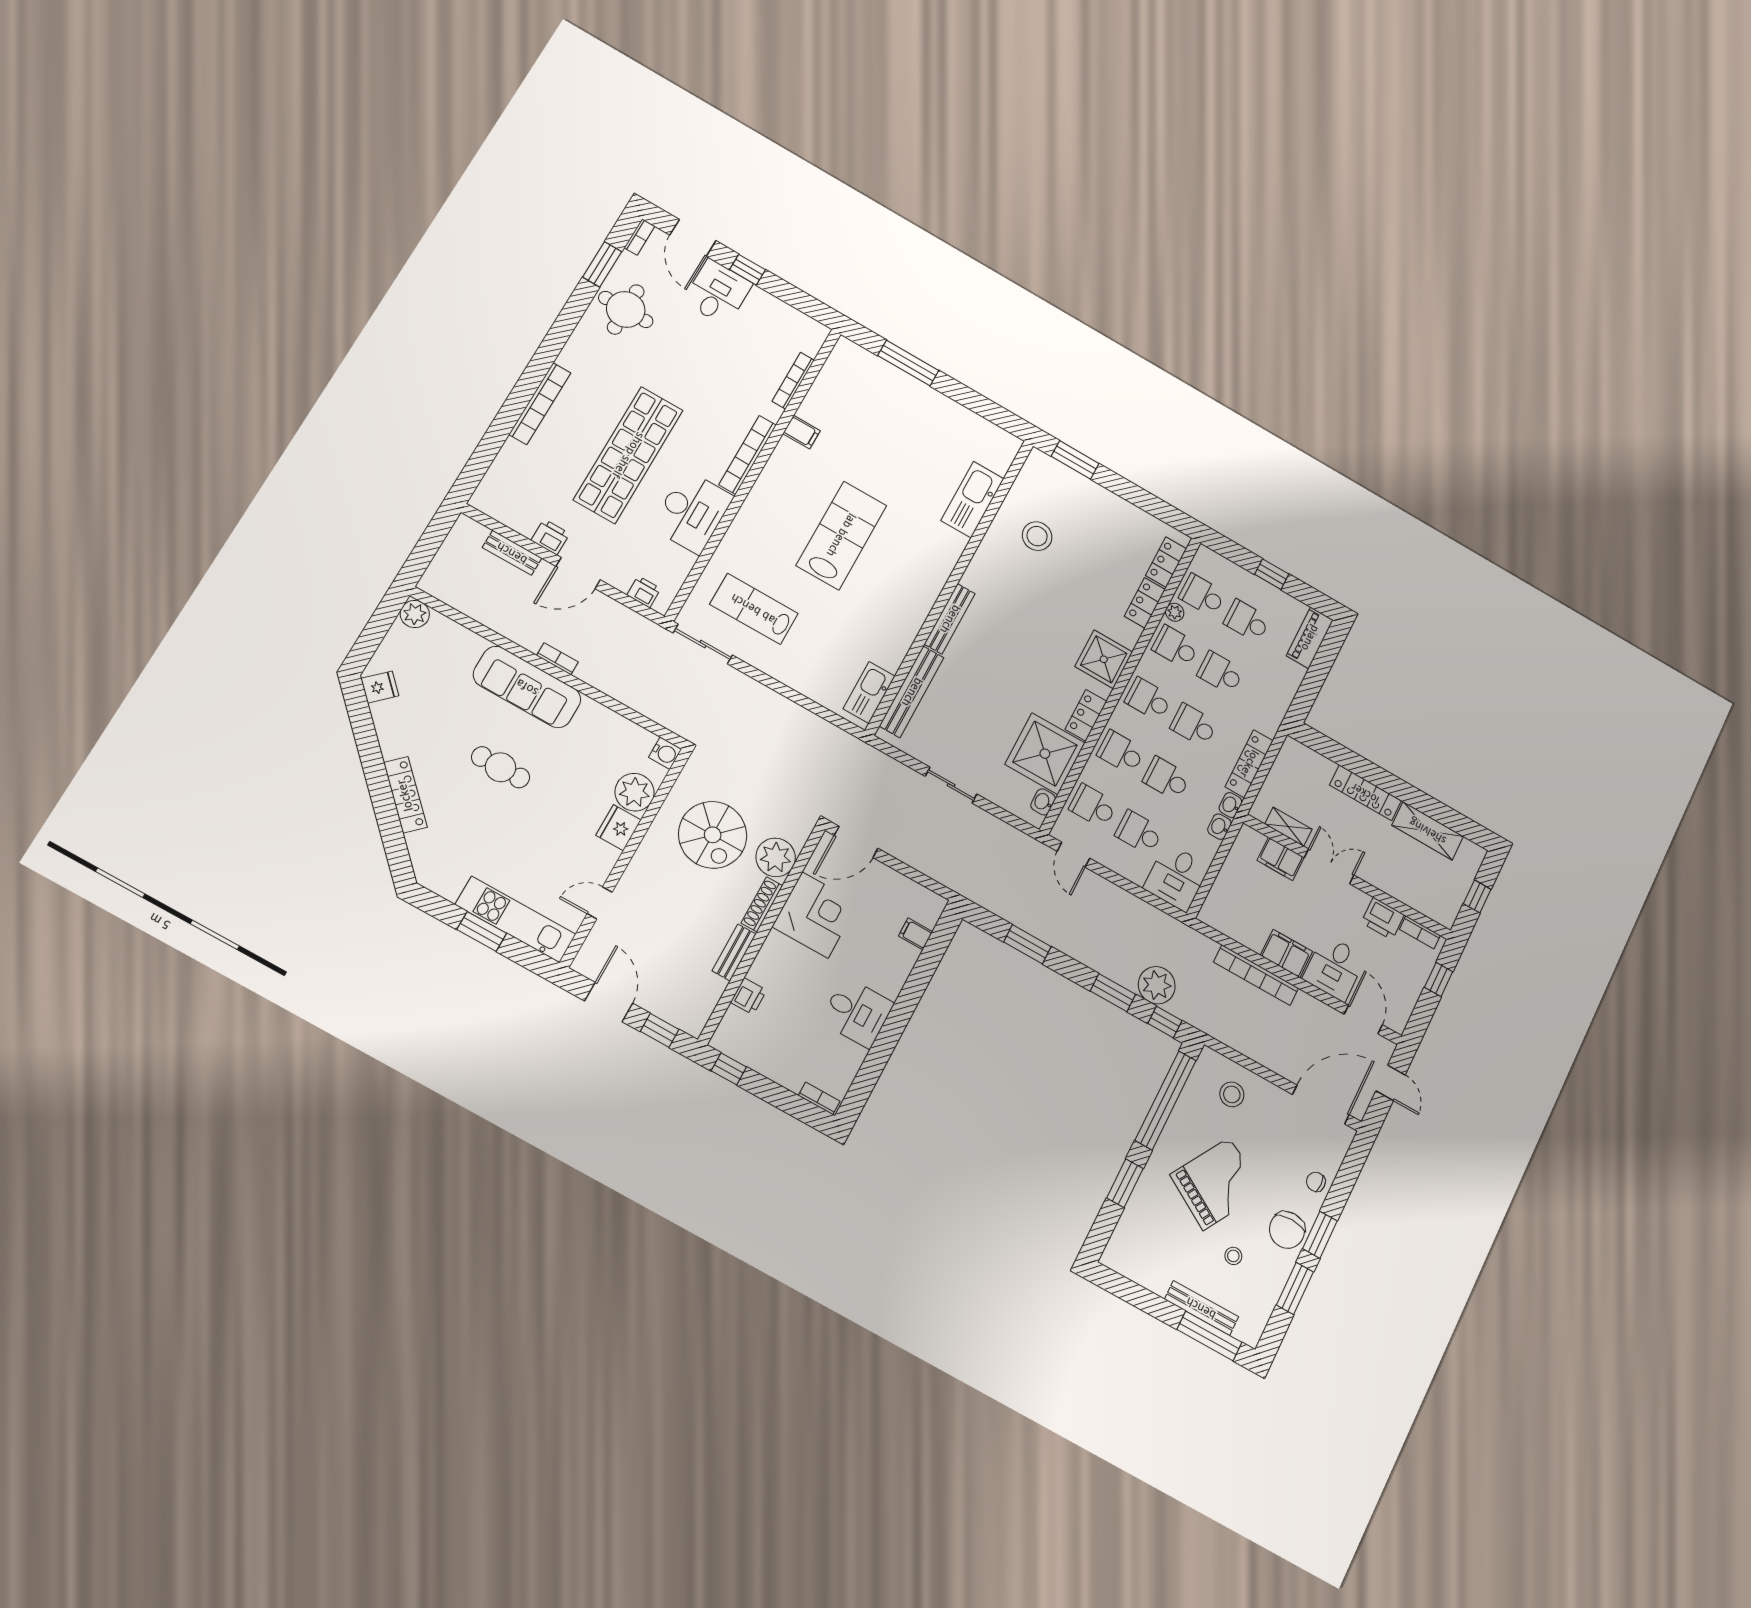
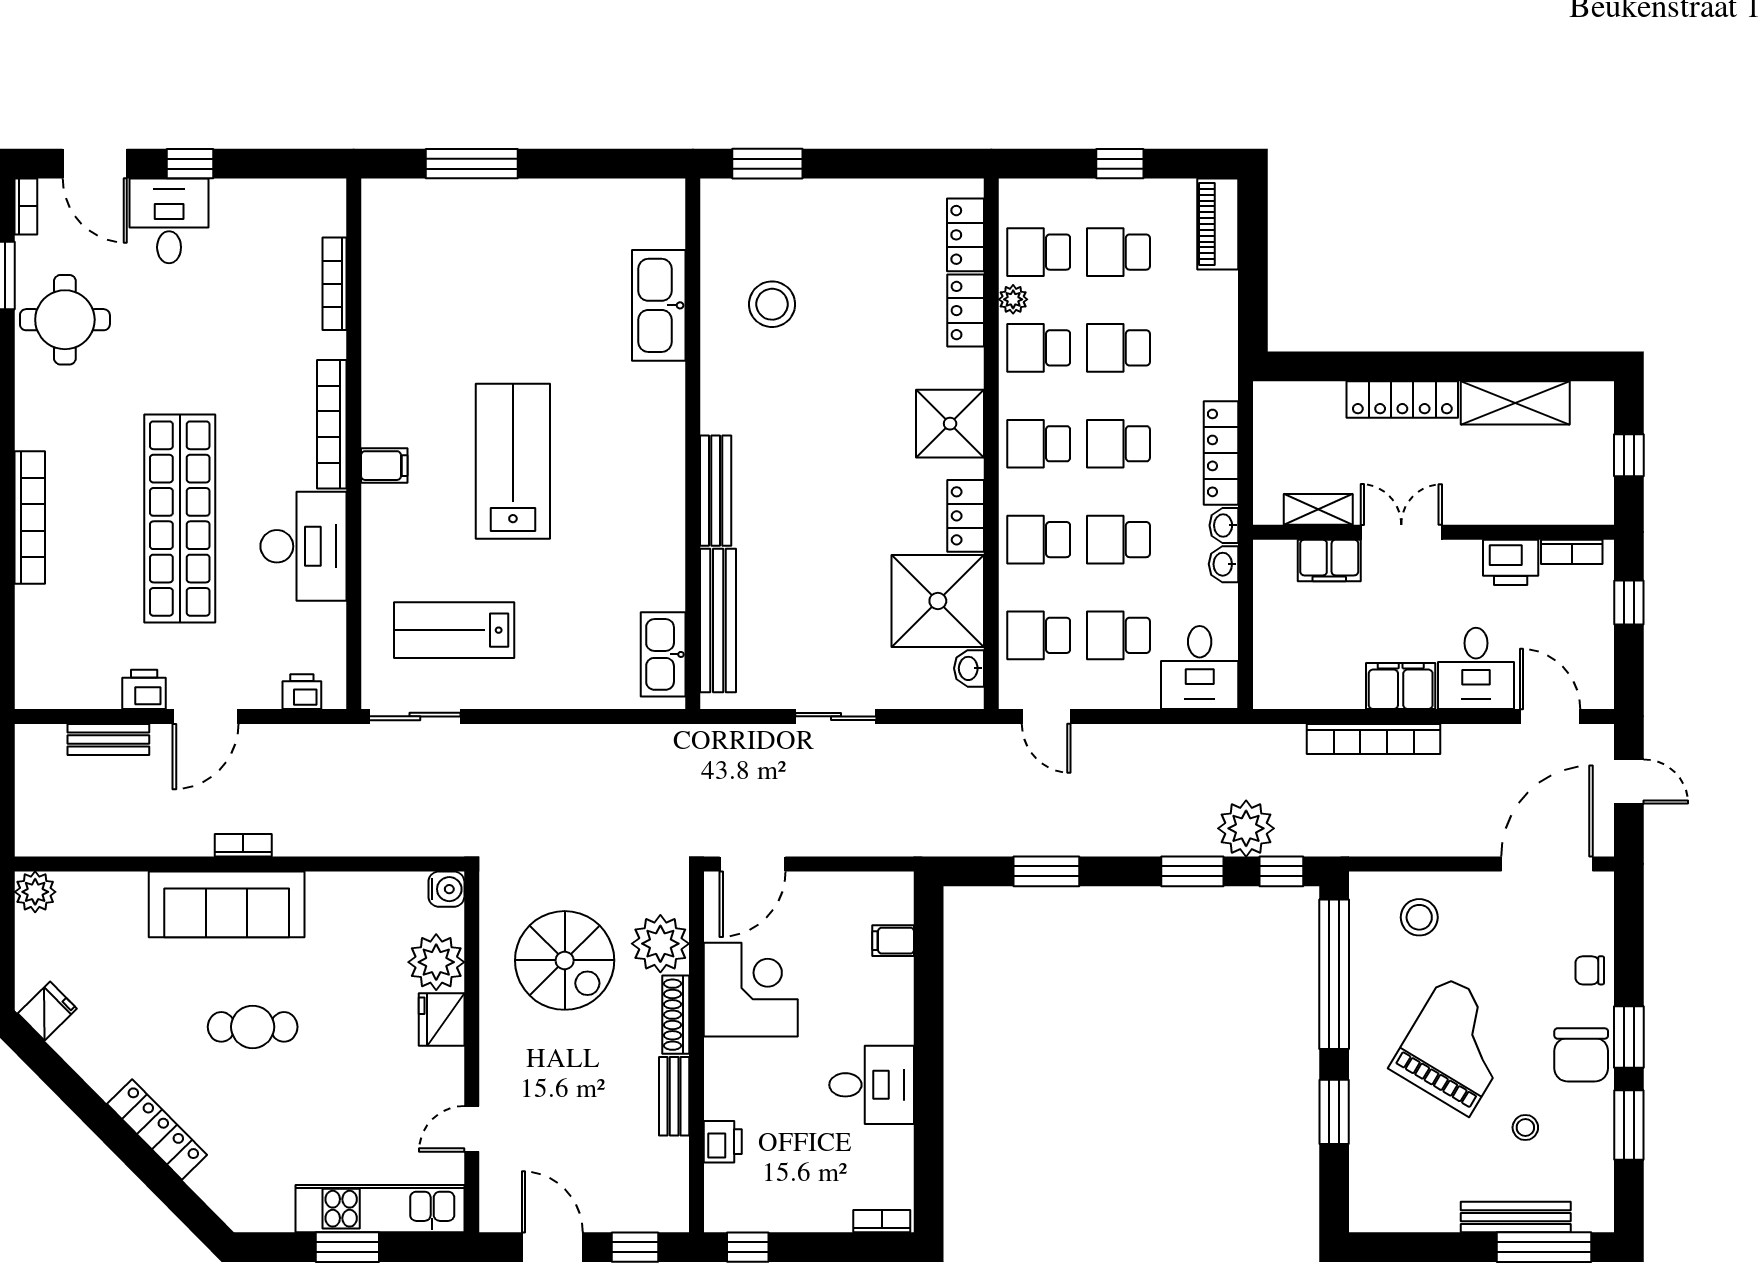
filing cabinet: (802, 432) -> (384, 466), moved

